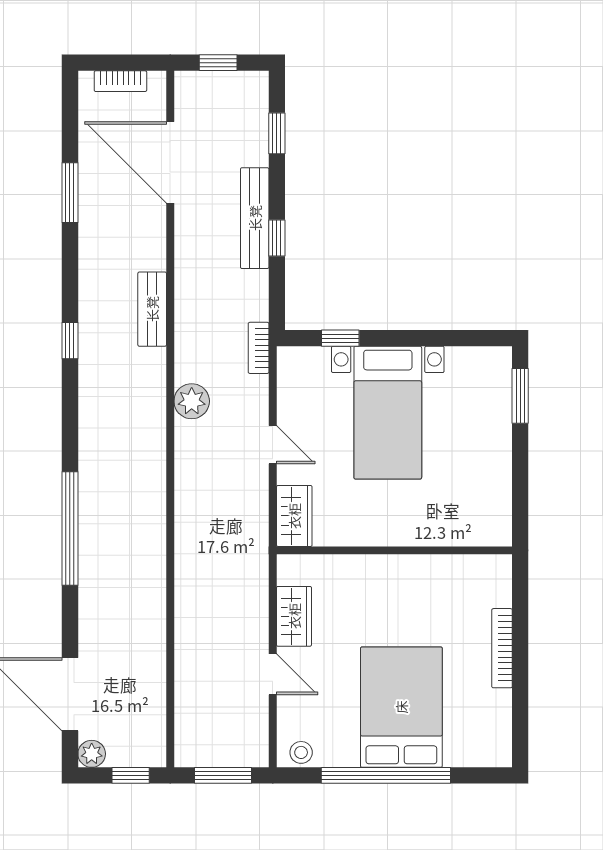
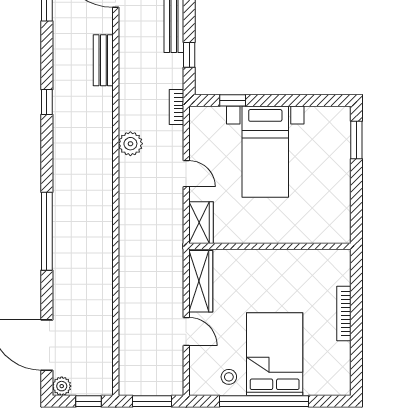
window: (277, 238) -> (189, 55), moved
bench: (152, 309) -> (103, 60), moved
wardrobe: (294, 616) -> (201, 281), width x1.50
stool: (301, 752) -> (229, 377), moved

